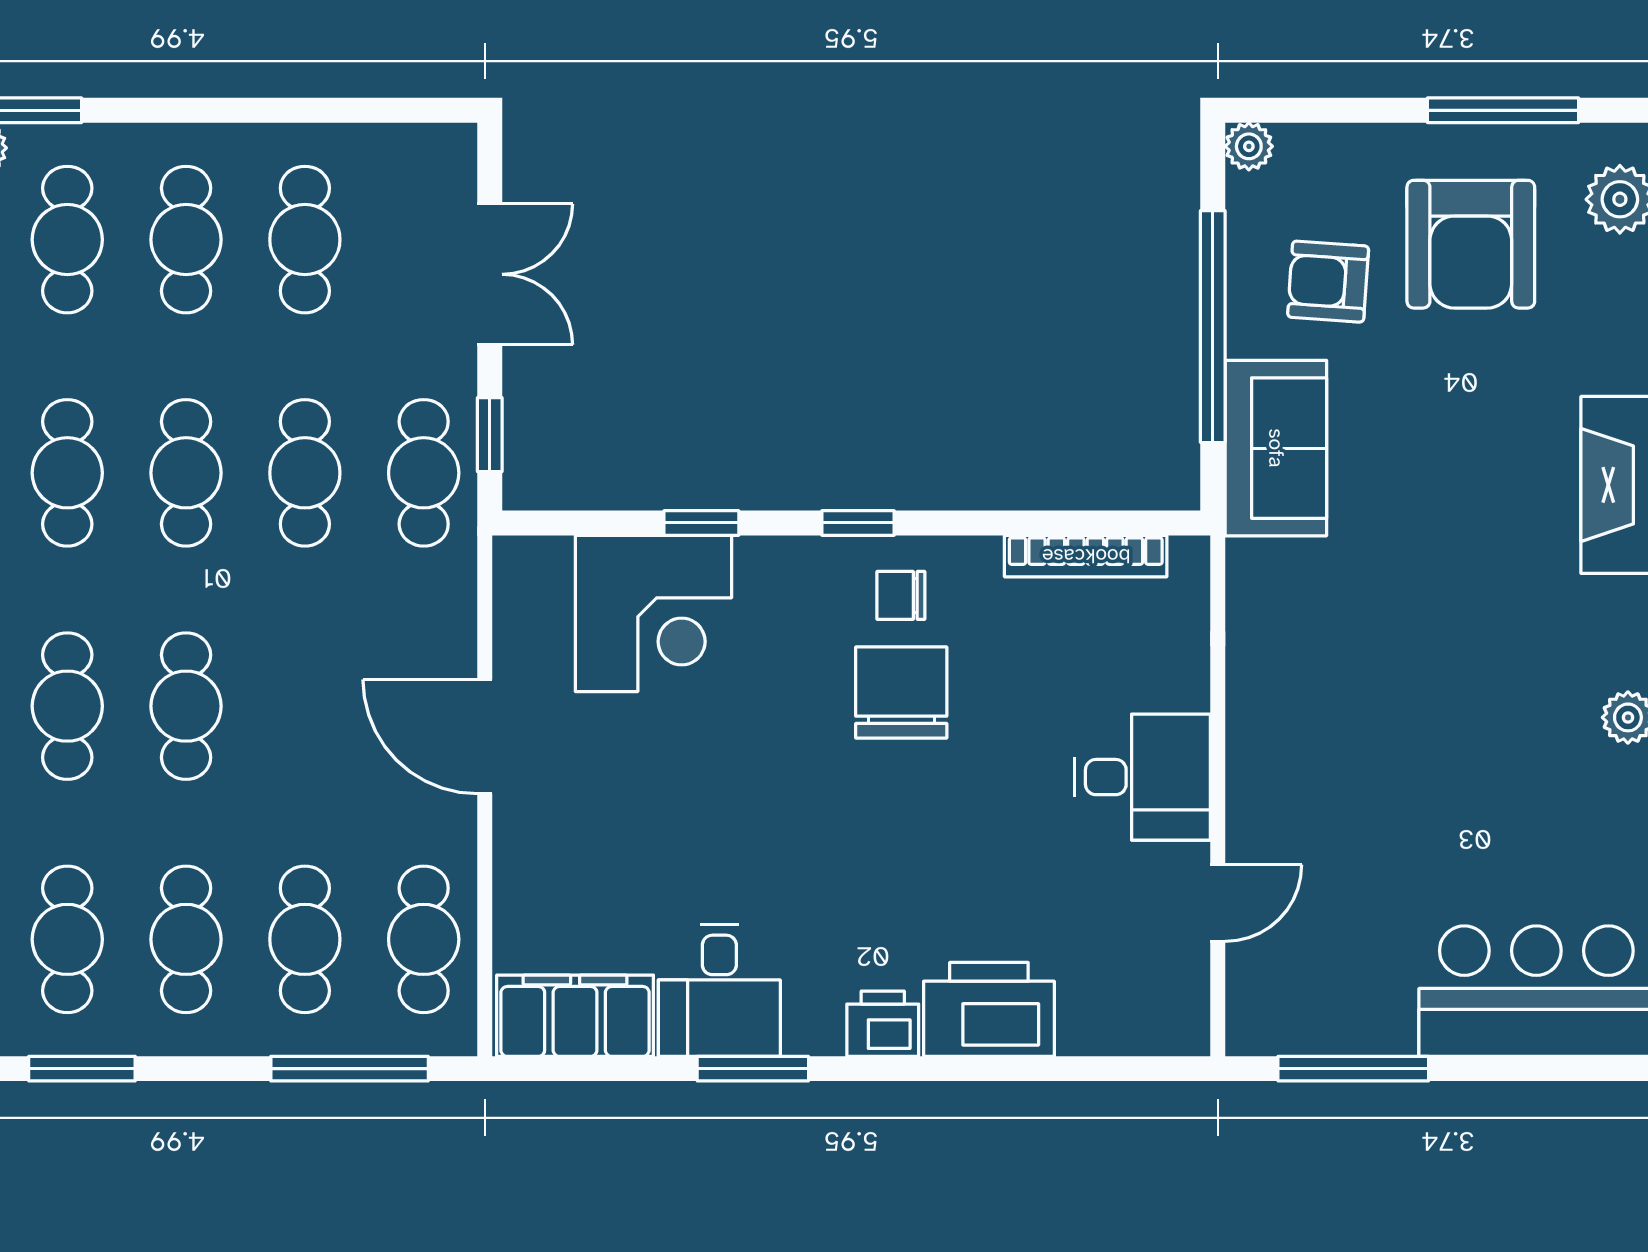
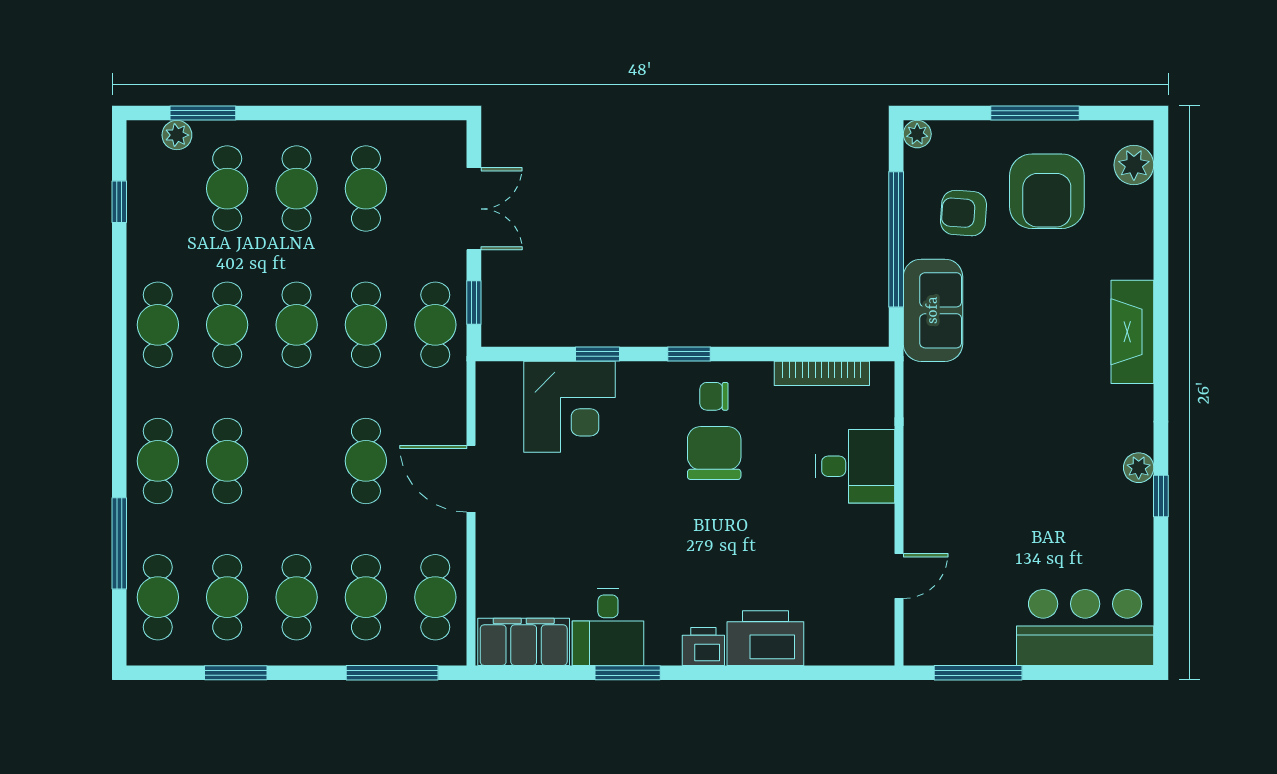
window: (1503, 110) -> (1035, 113), moved
cafe table: (186, 706) -> (366, 461), moved
desk: (1142, 777) -> (855, 466), moved

